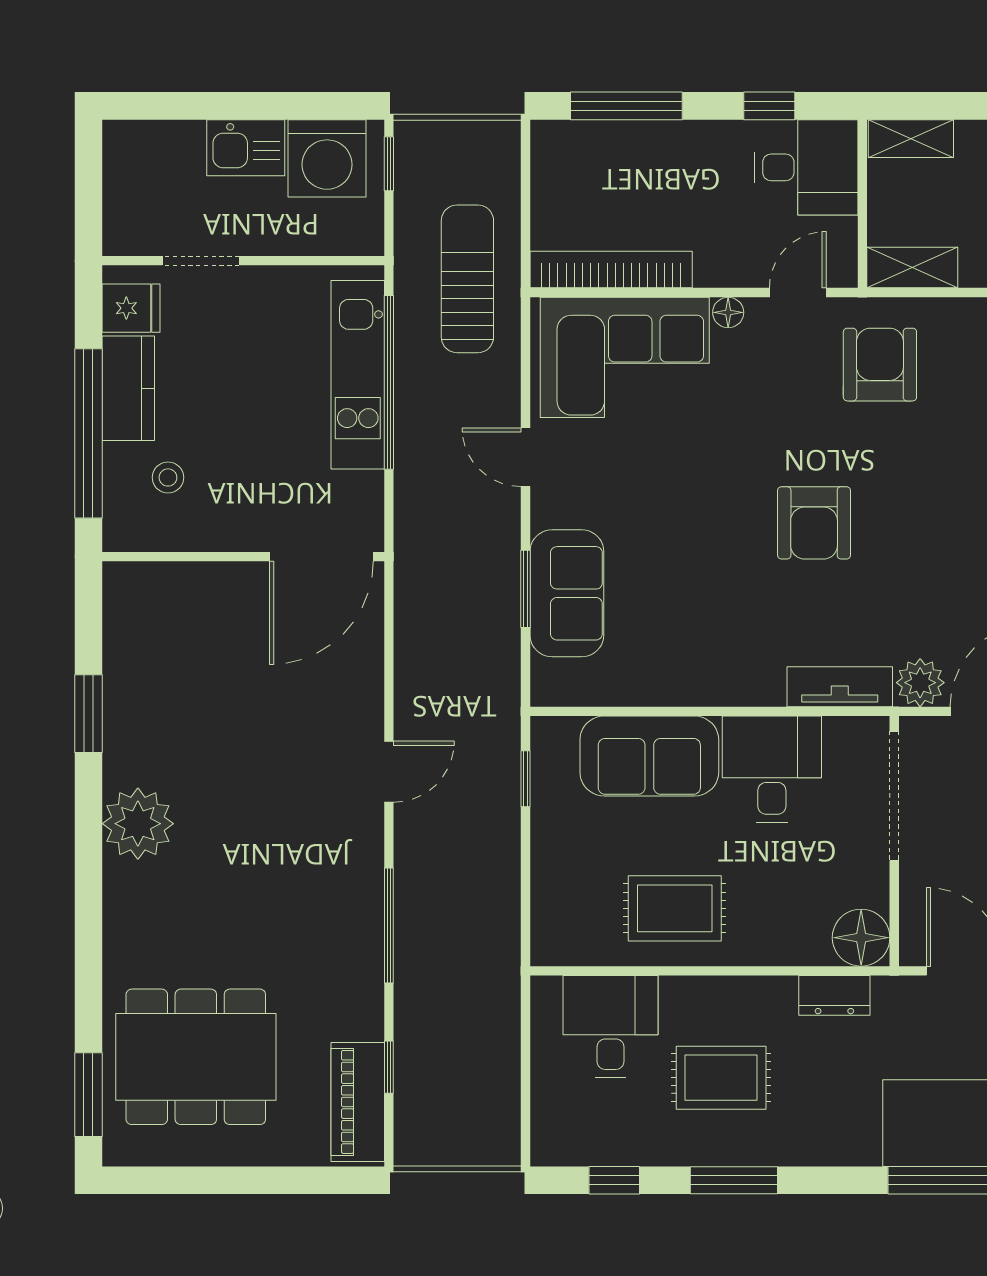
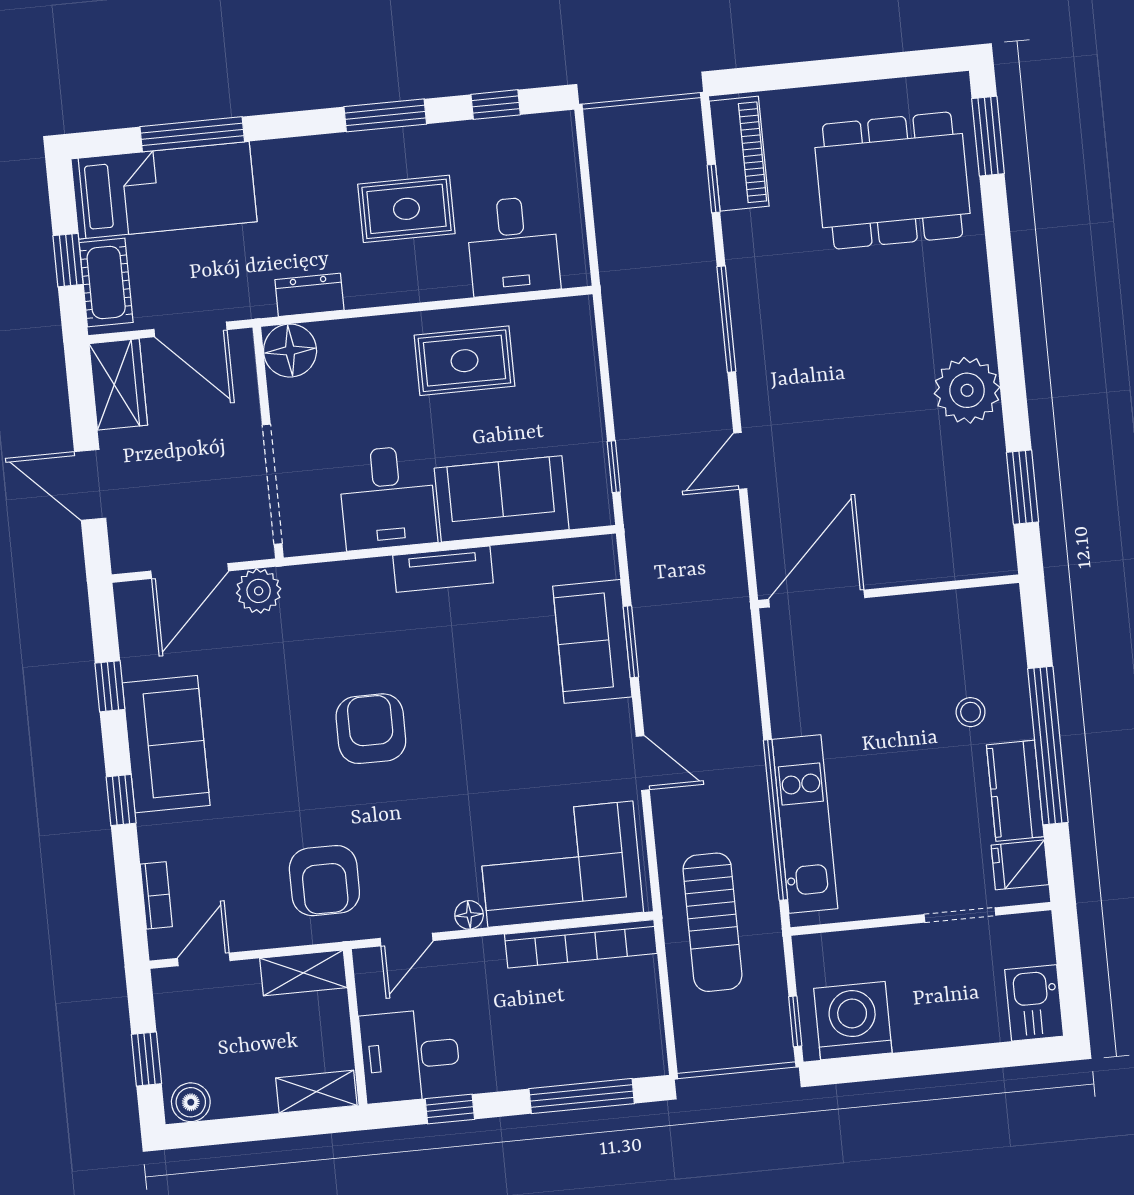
kitchen sink: (246, 148) -> (1034, 1003), moved, turned -90
wall: (243, 557) -> (889, 591), moved
door: (321, 557) -> (817, 598), moved
tv unit: (840, 687) -> (443, 569), moved

